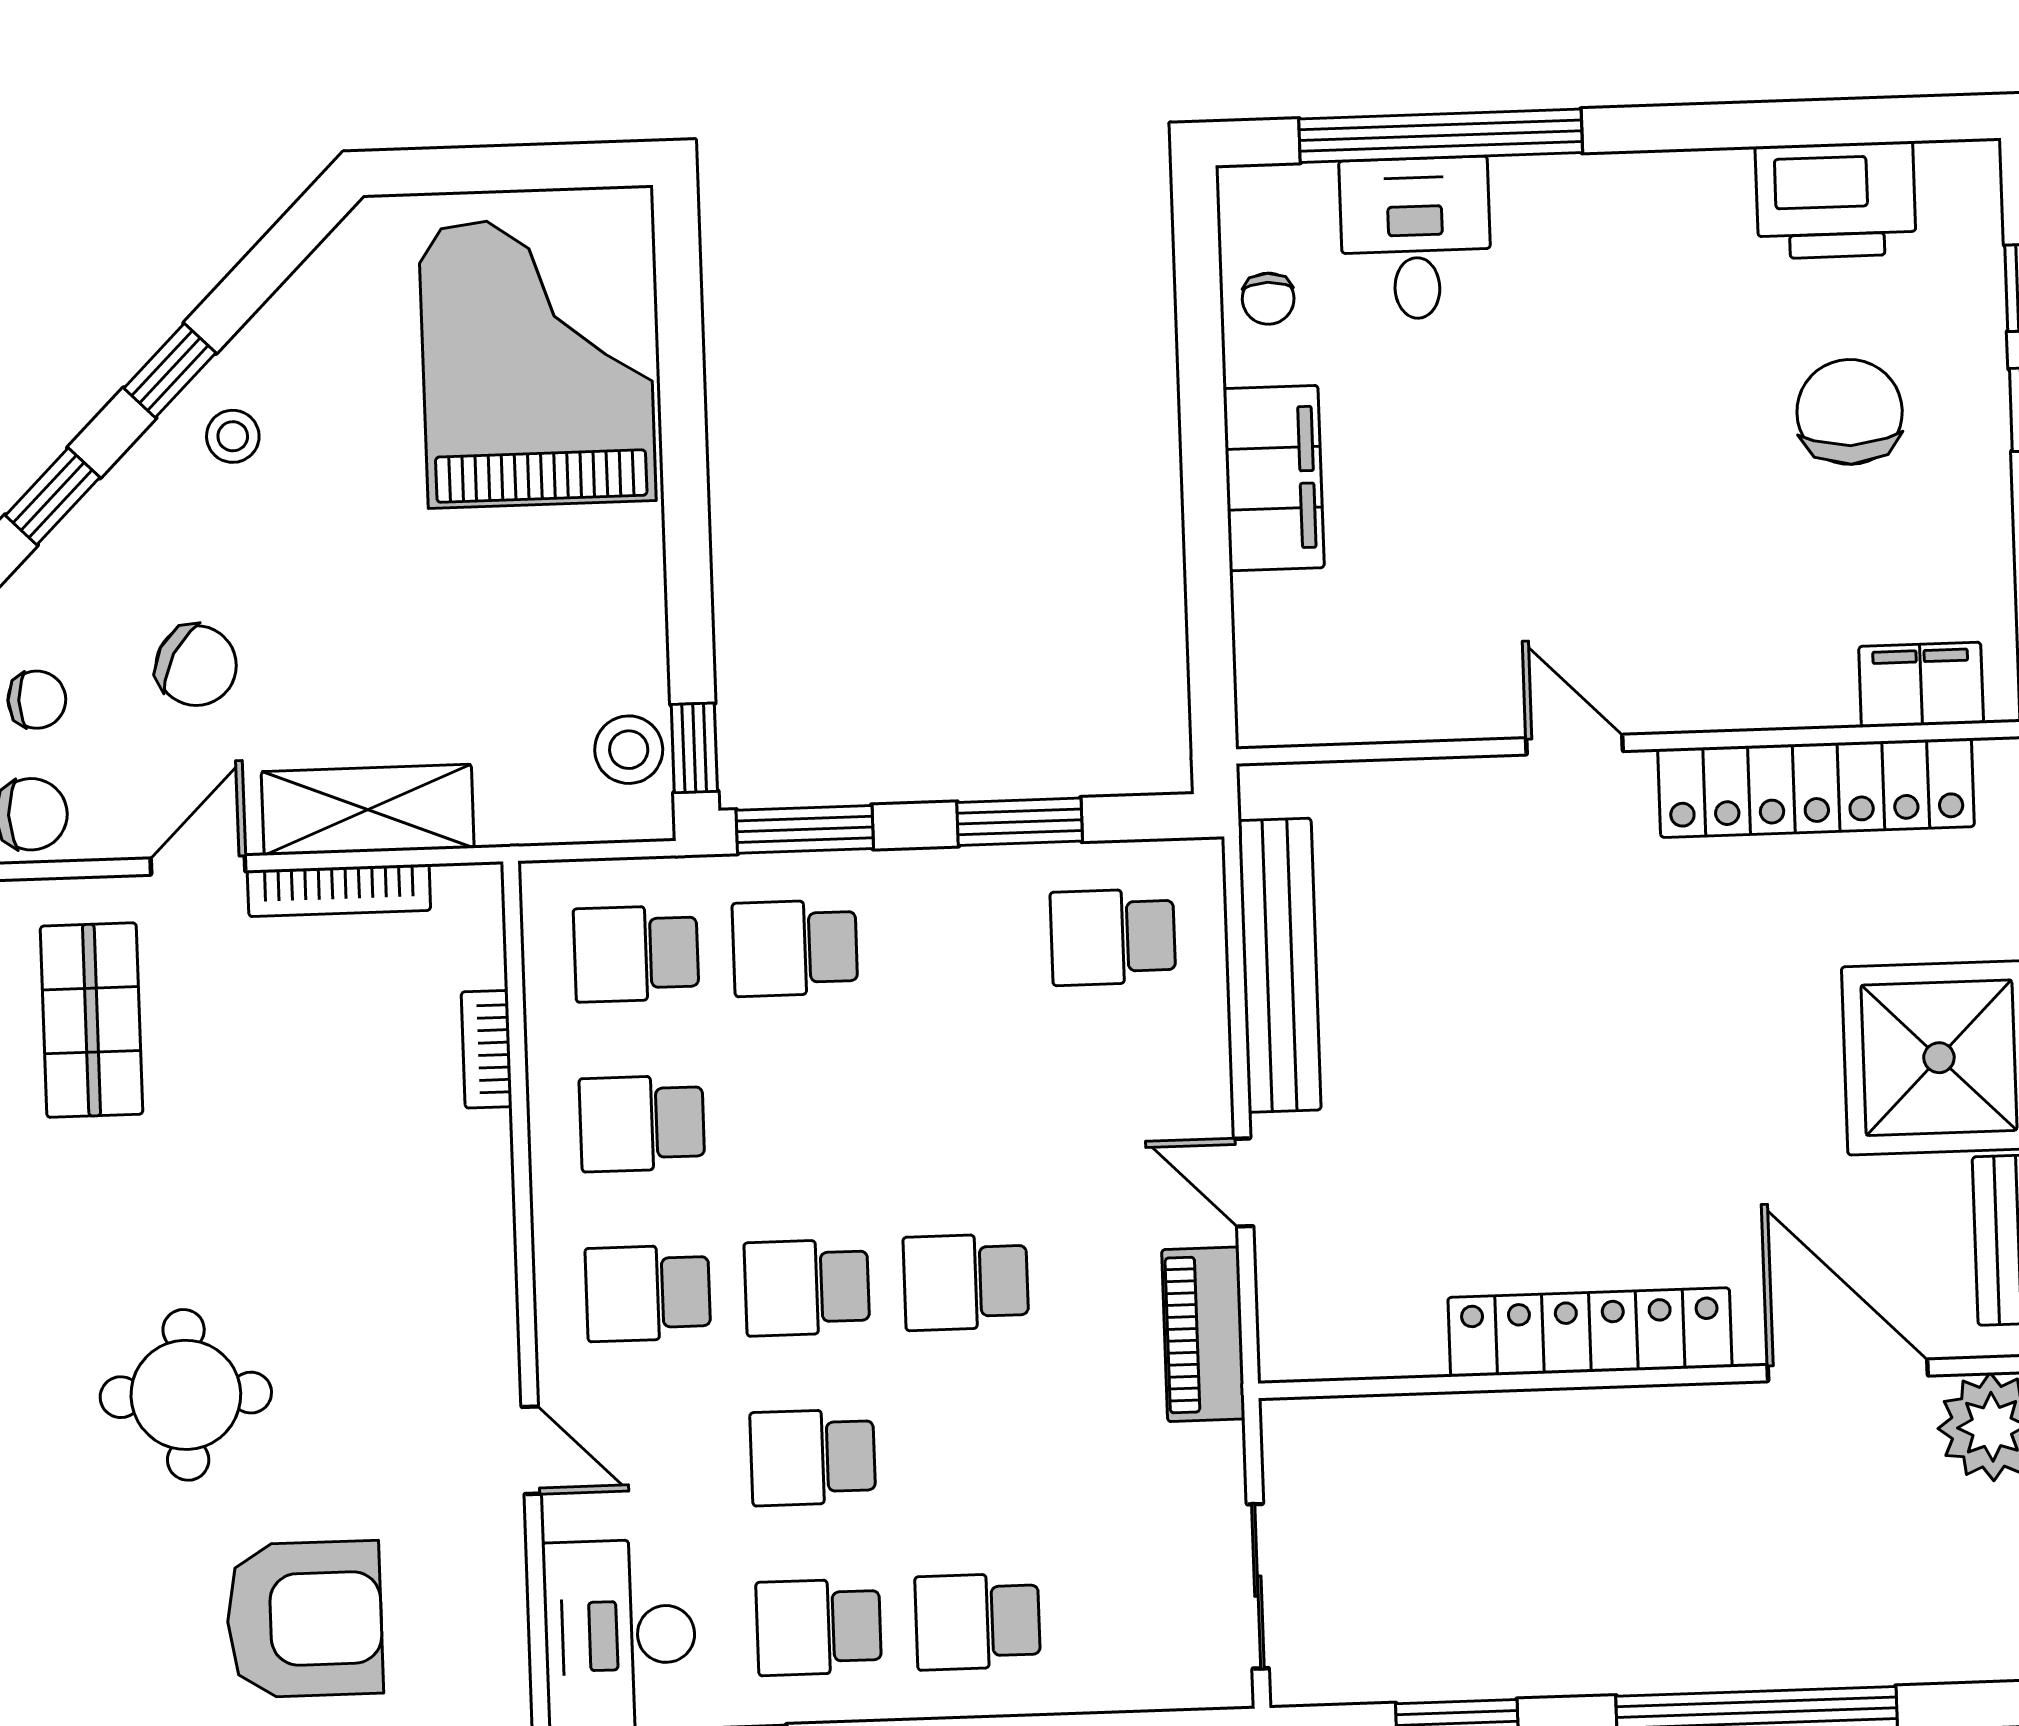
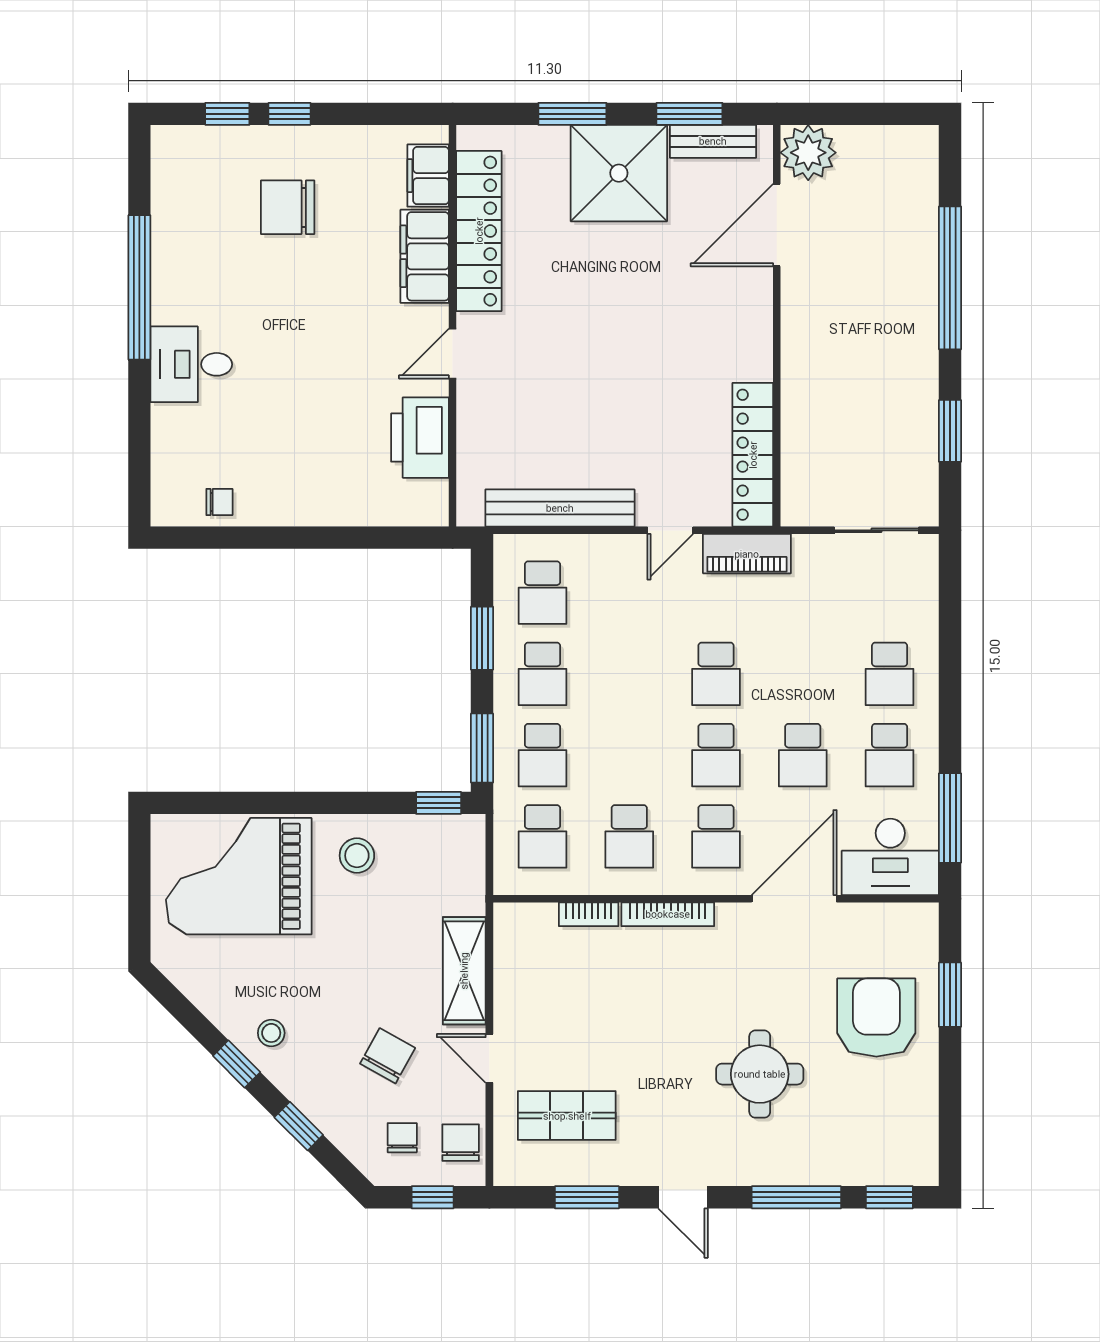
window: (1441, 136) -> (139, 287), moved
printer: (1836, 200) -> (420, 438), moved, turned 180
desk: (1416, 238) -> (191, 364), moved
filing cabinet: (1274, 478) -> (425, 256), moved, turned -90
stool: (629, 750) -> (357, 856), moved
bookcase: (339, 890) -> (668, 914), moved, turned 90
school desk: (954, 942) -> (542, 674), added
locker: (1590, 1332) -> (753, 455), moved
door: (531, 1450) -> (794, 899), width x1.88

